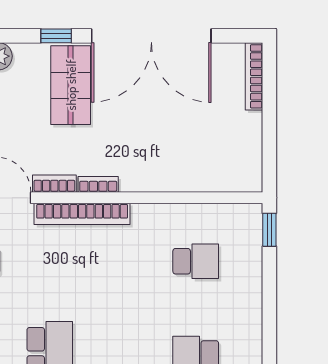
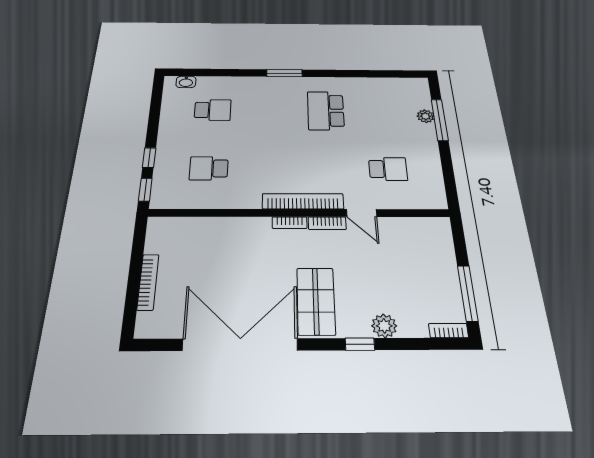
window: (56, 36) -> (360, 344), moved
bookcase: (254, 76) -> (148, 282), moved
window: (269, 277) -> (149, 158), added

